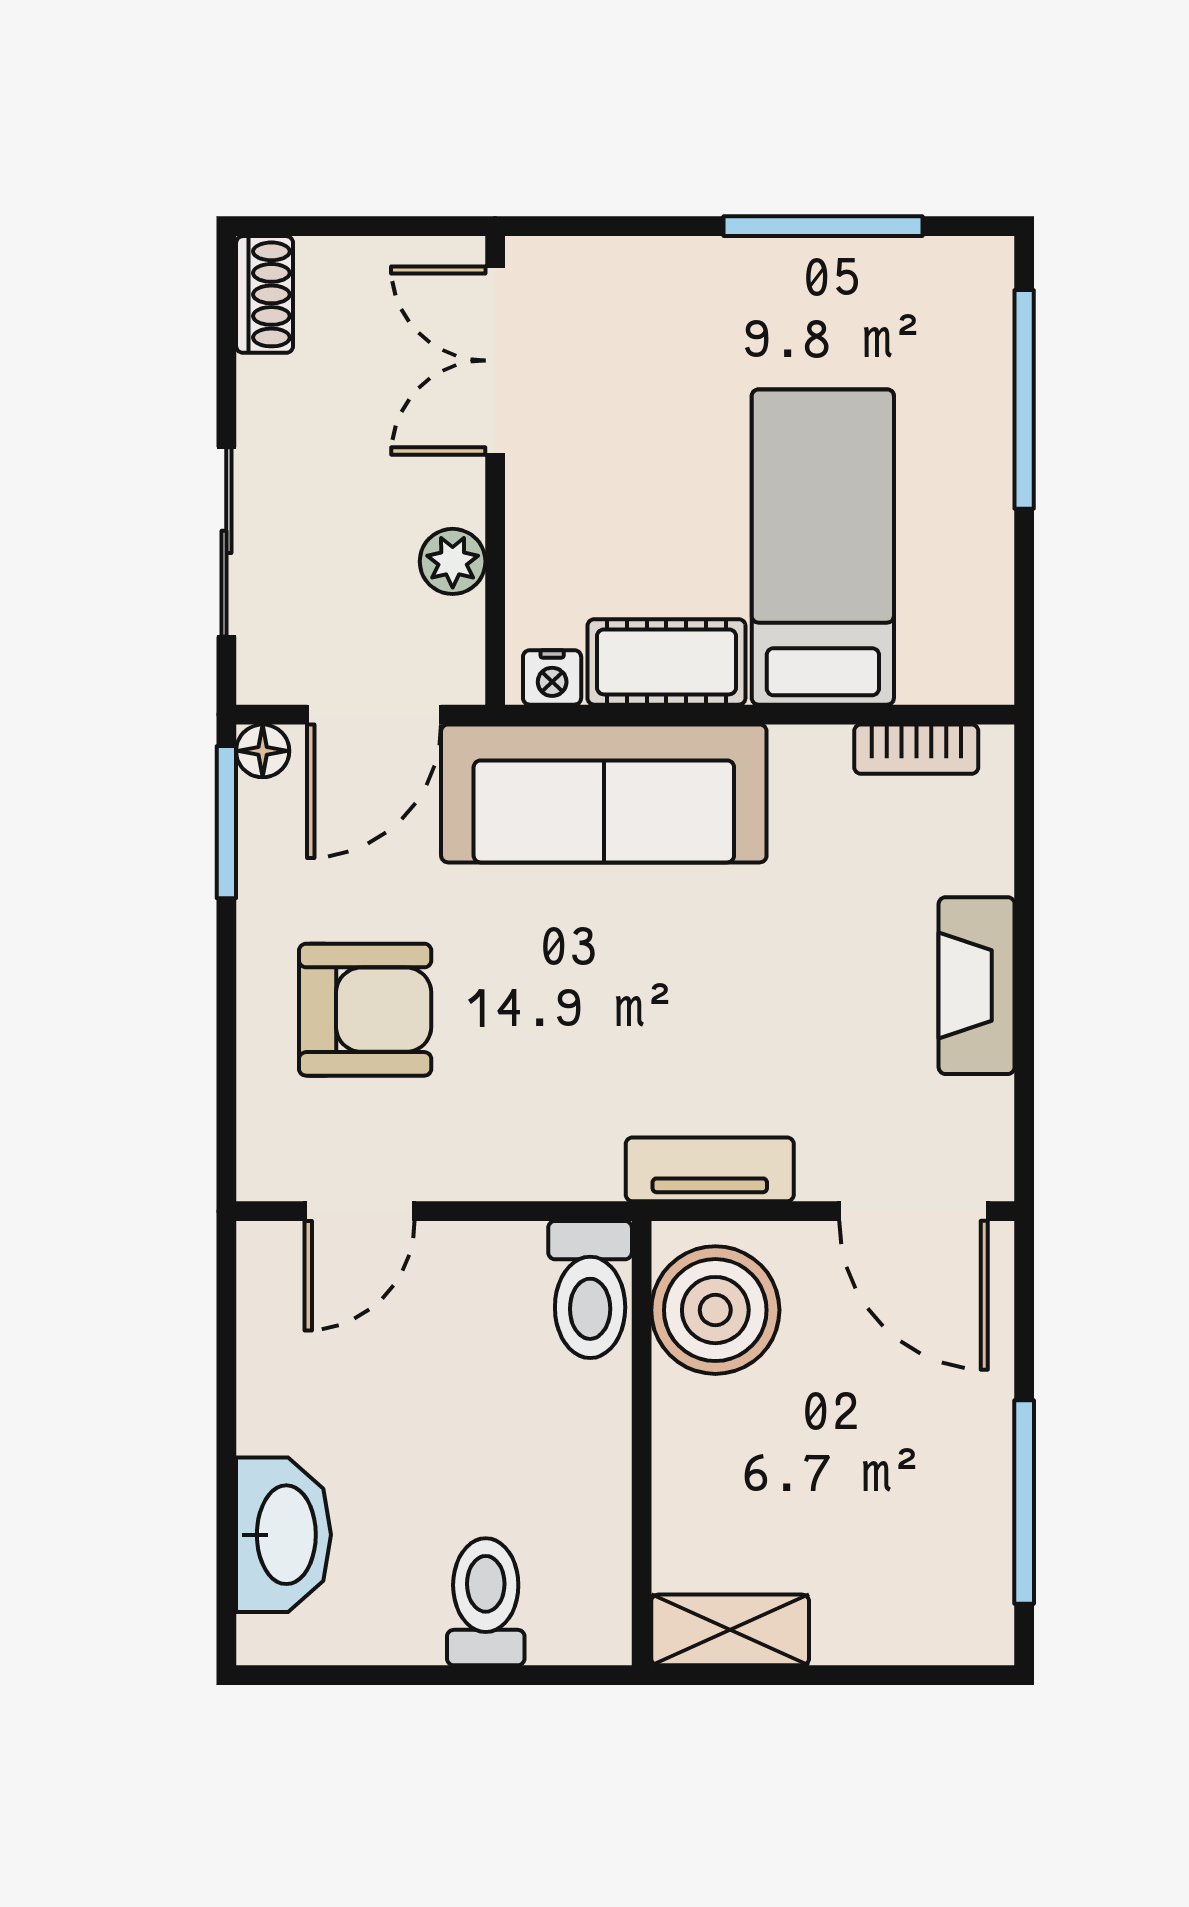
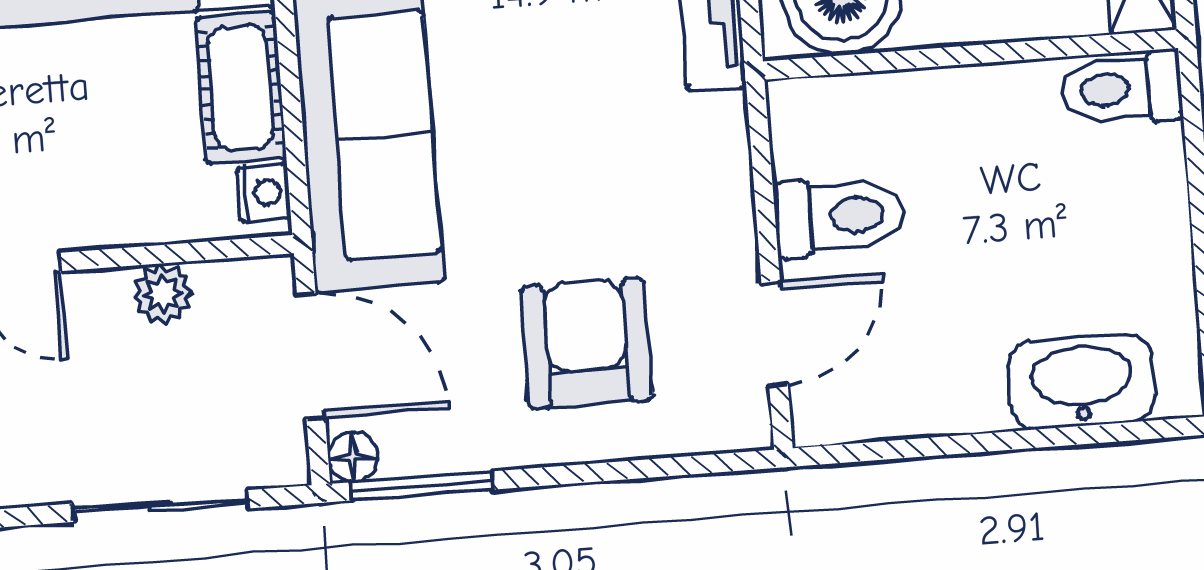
door: (360, 1211) -> (775, 334), hinge flipped
toilet: (590, 1290) -> (839, 216), moved
toilet: (486, 1602) -> (1122, 88), moved

